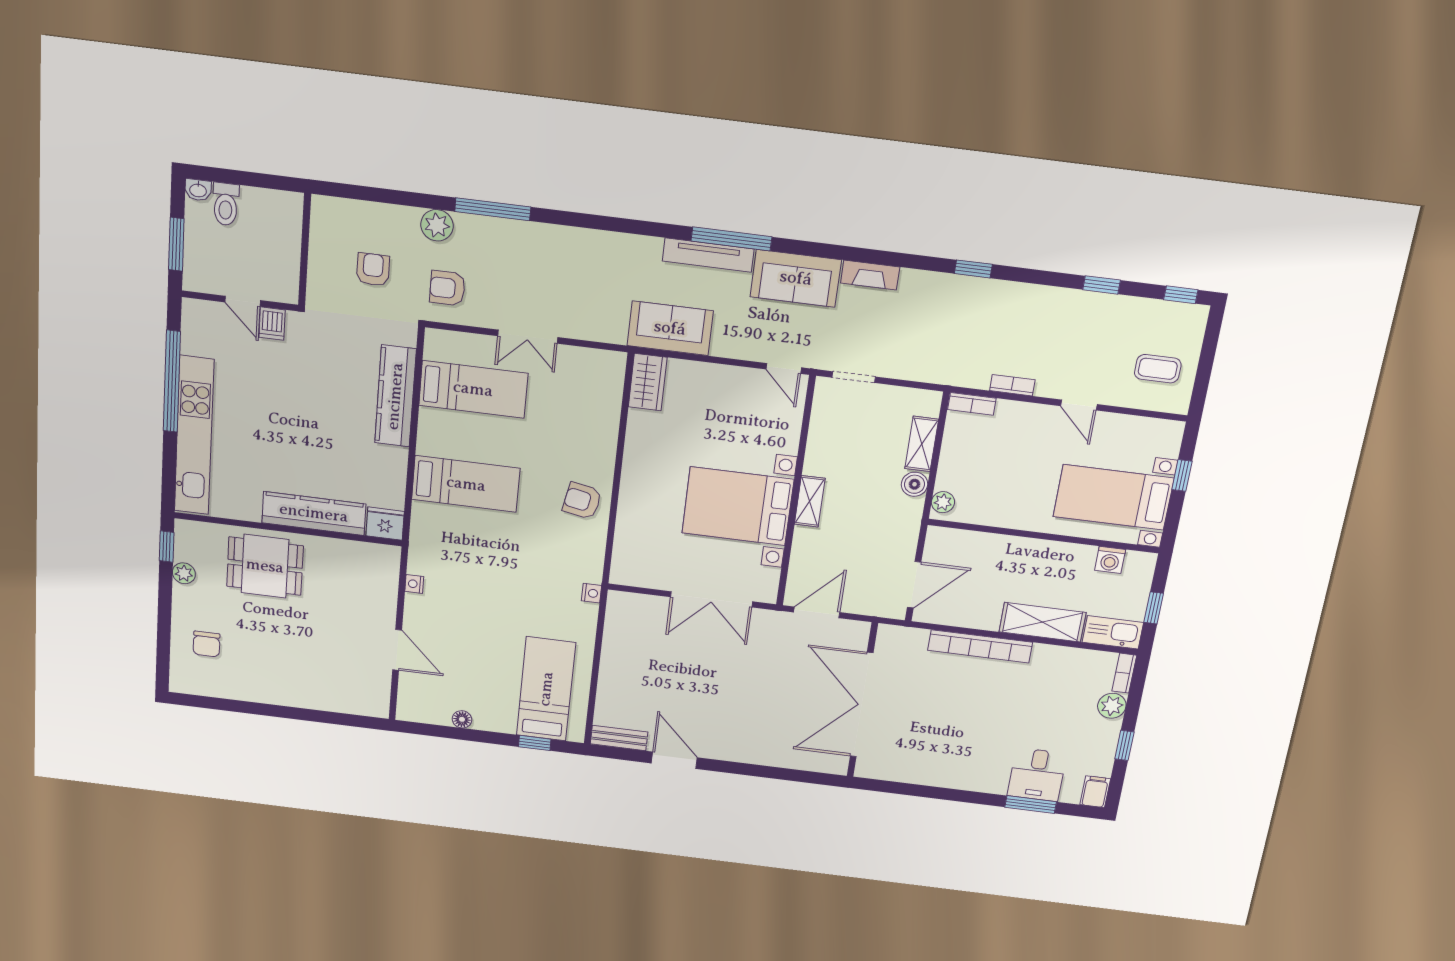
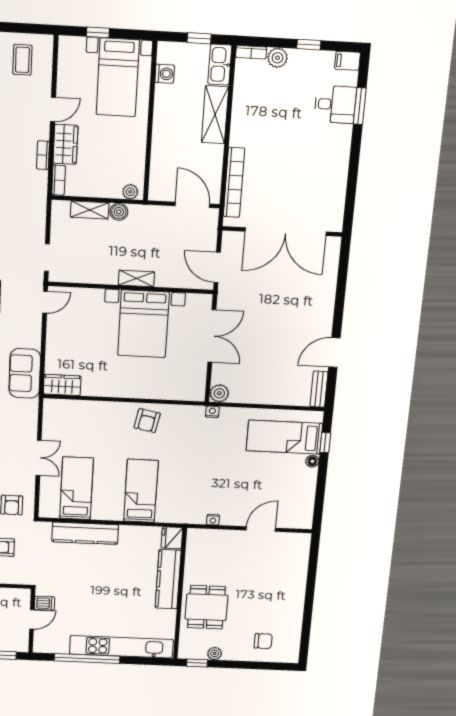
wardrobe: (1025, 418) -> (65, 144), added
plant: (621, 604) -> (219, 393), added
bookcase: (980, 646) -> (234, 182), moved
floor lamp: (462, 719) -> (312, 461), moved

